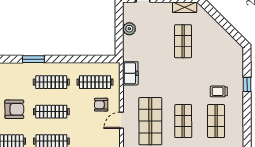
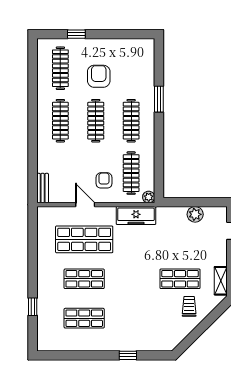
plant: (115, 67) -> (149, 197), added
freezer: (130, 73) -> (136, 216), width x1.40
trolley: (219, 91) -> (189, 306), moved
armchair: (14, 109) -> (99, 76), turned 180

